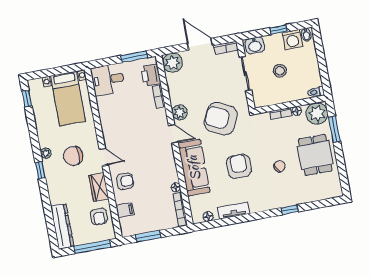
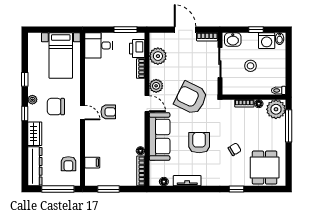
plant: (172, 63) -> (158, 56), moved
window: (27, 99) -> (25, 79), moved
window: (334, 129) -> (289, 126), width x1.44
dining table: (315, 155) -> (265, 168), moved
armchair: (125, 181) -> (108, 112), moved
wardrobe: (99, 187) -> (35, 134), moved, turned 180

